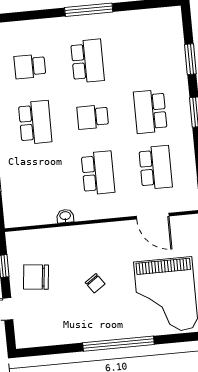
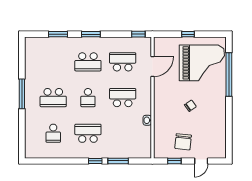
school desk: (87, 61) -> (53, 98), turned 180
window: (118, 344) -> (229, 74), moved

